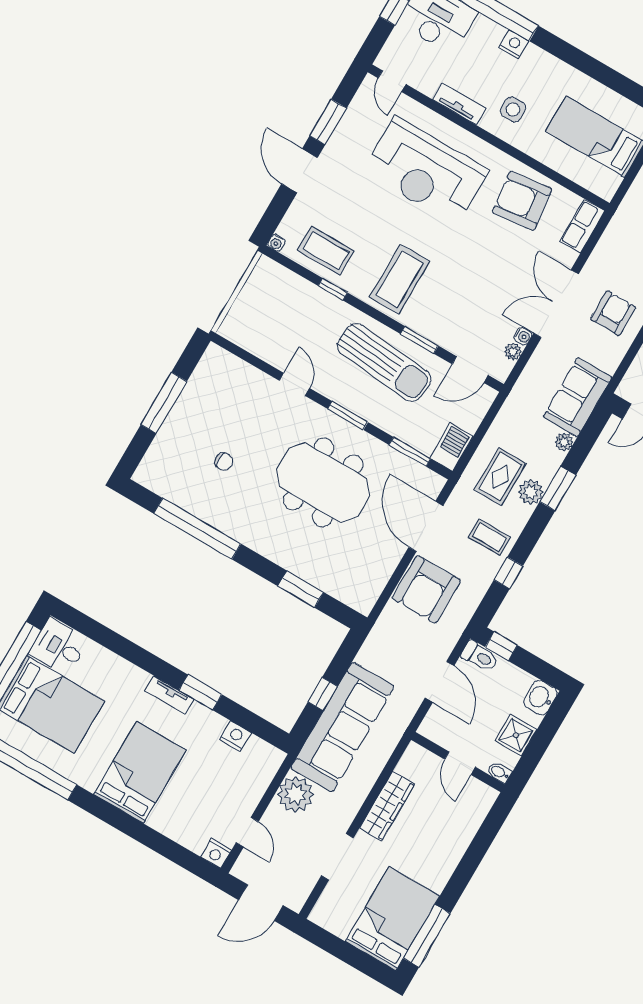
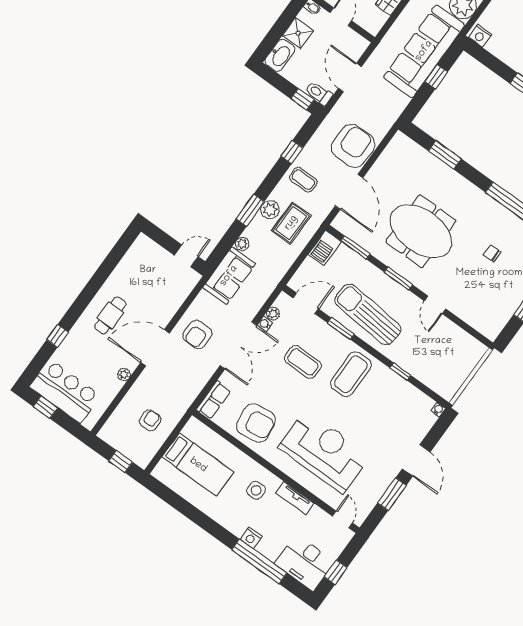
coffee table: (326, 251) -> (303, 362), moved
washbasin: (540, 698) -> (280, 55), width x1.38
nightstand: (235, 736) -> (480, 36), moved

